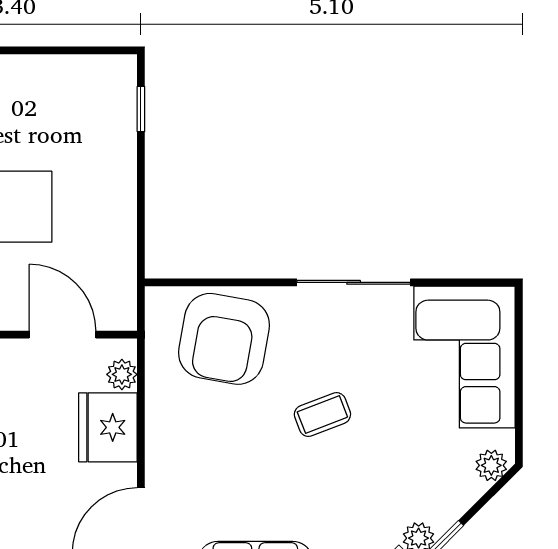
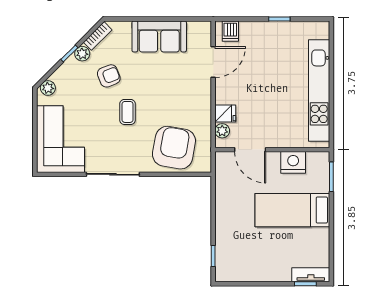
coffee table: (322, 415) -> (128, 112), turned -69
fridge: (108, 427) -> (225, 114), width x0.53, depth x0.75
armchair: (362, 491) -> (109, 76), added

